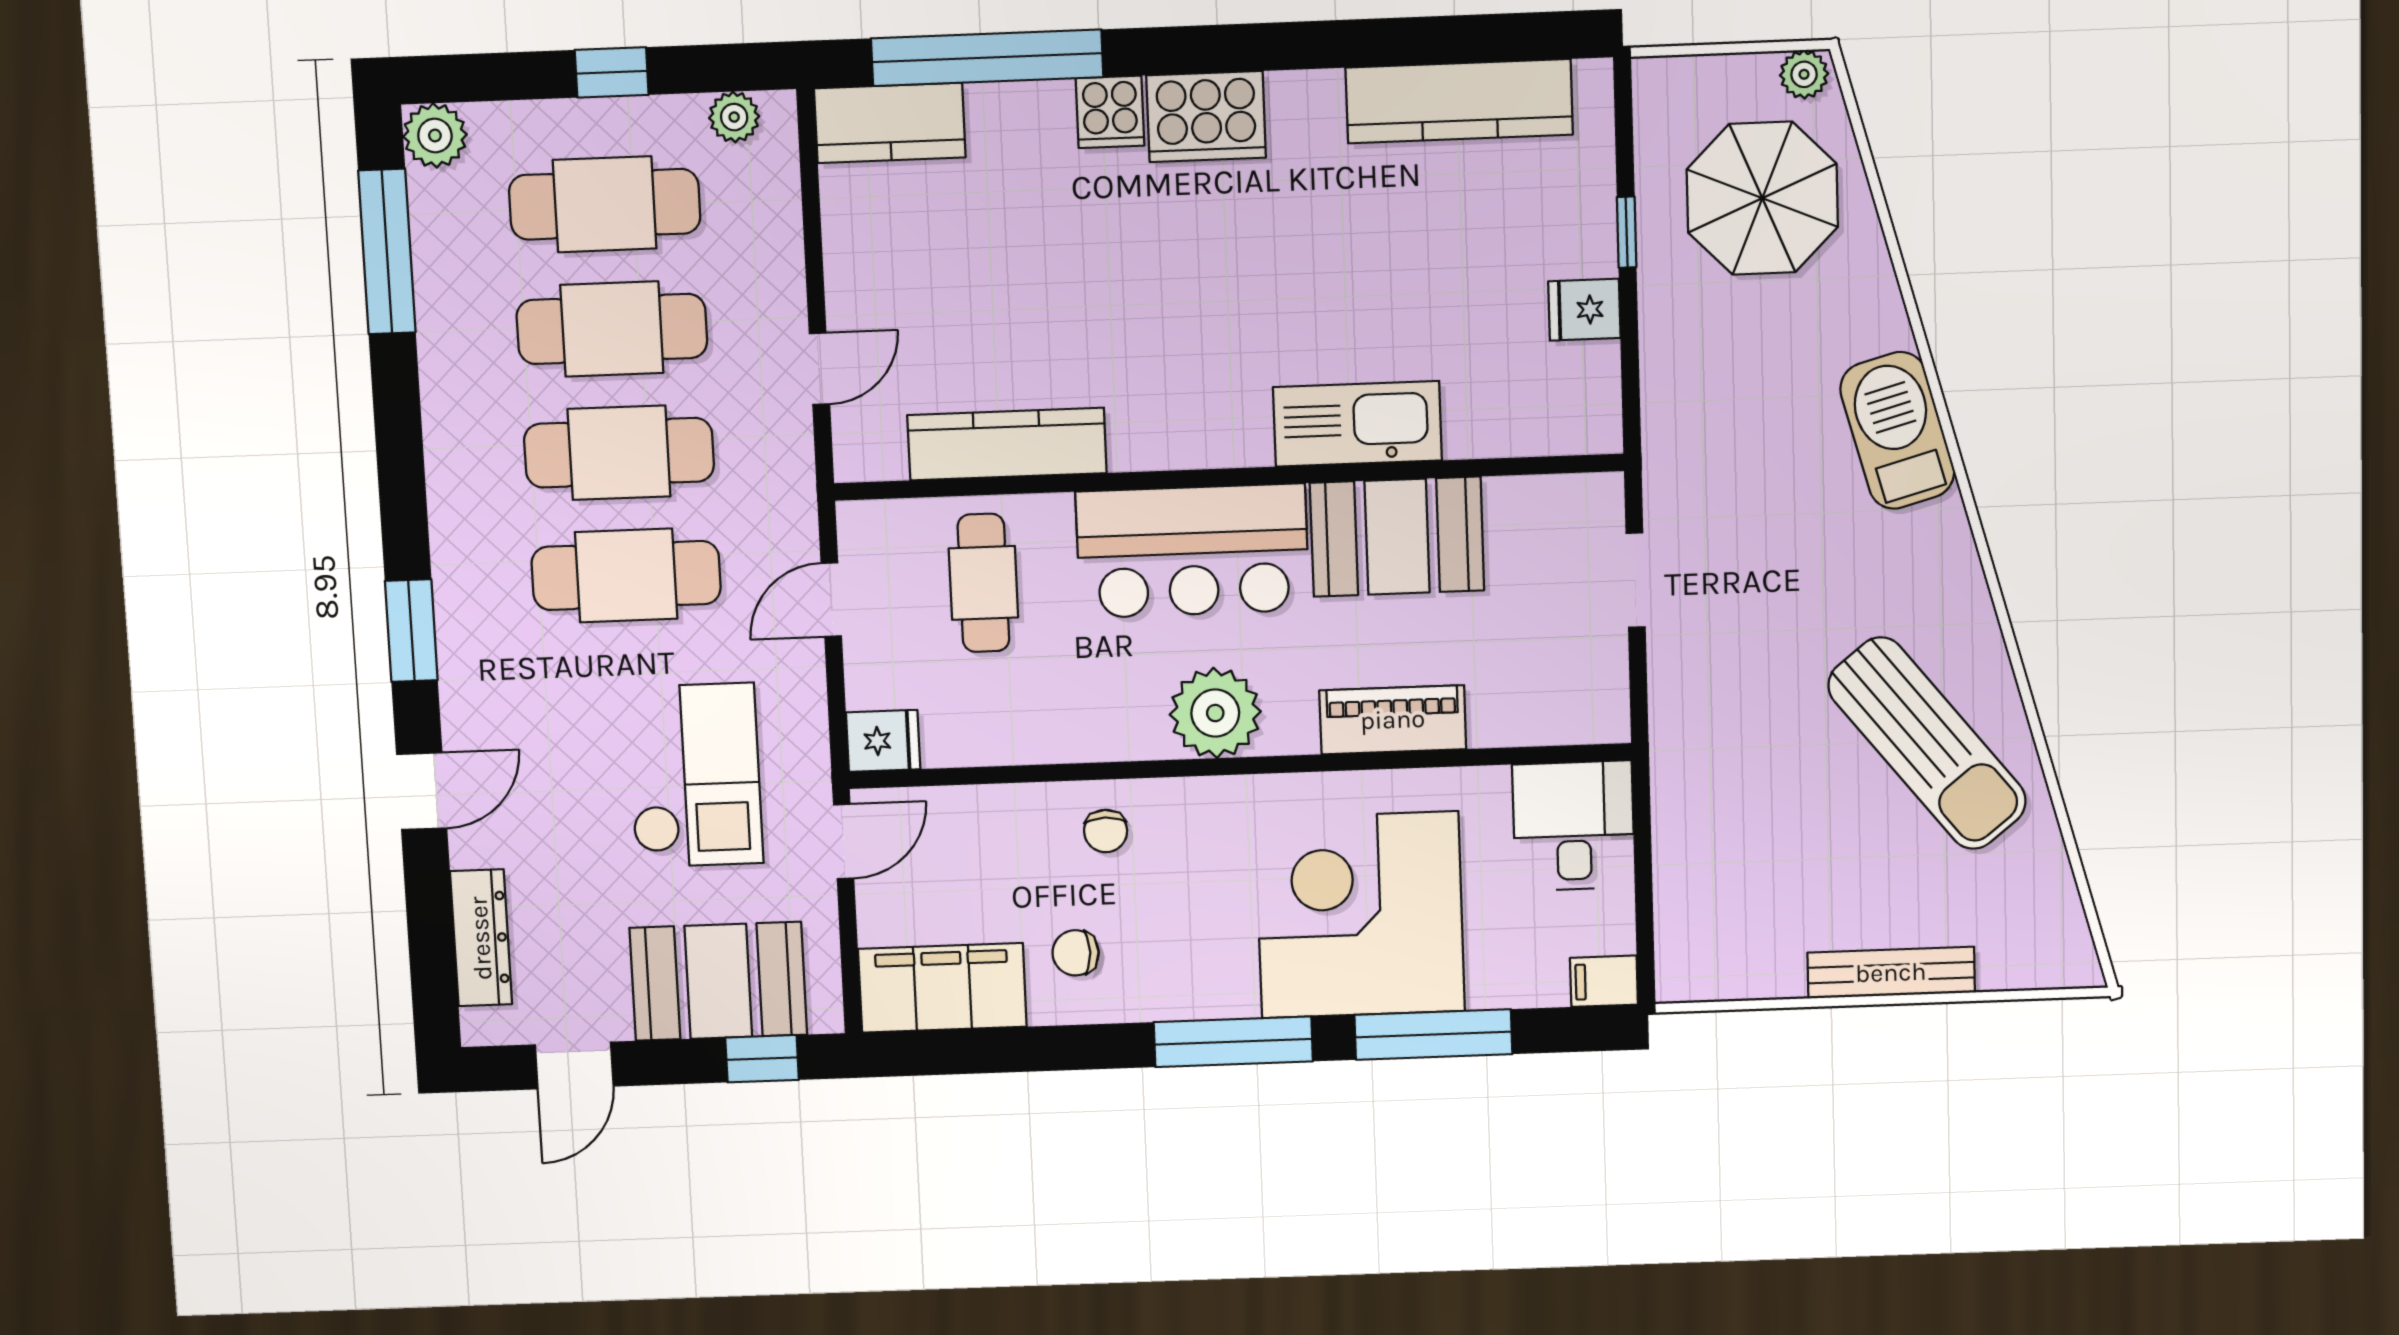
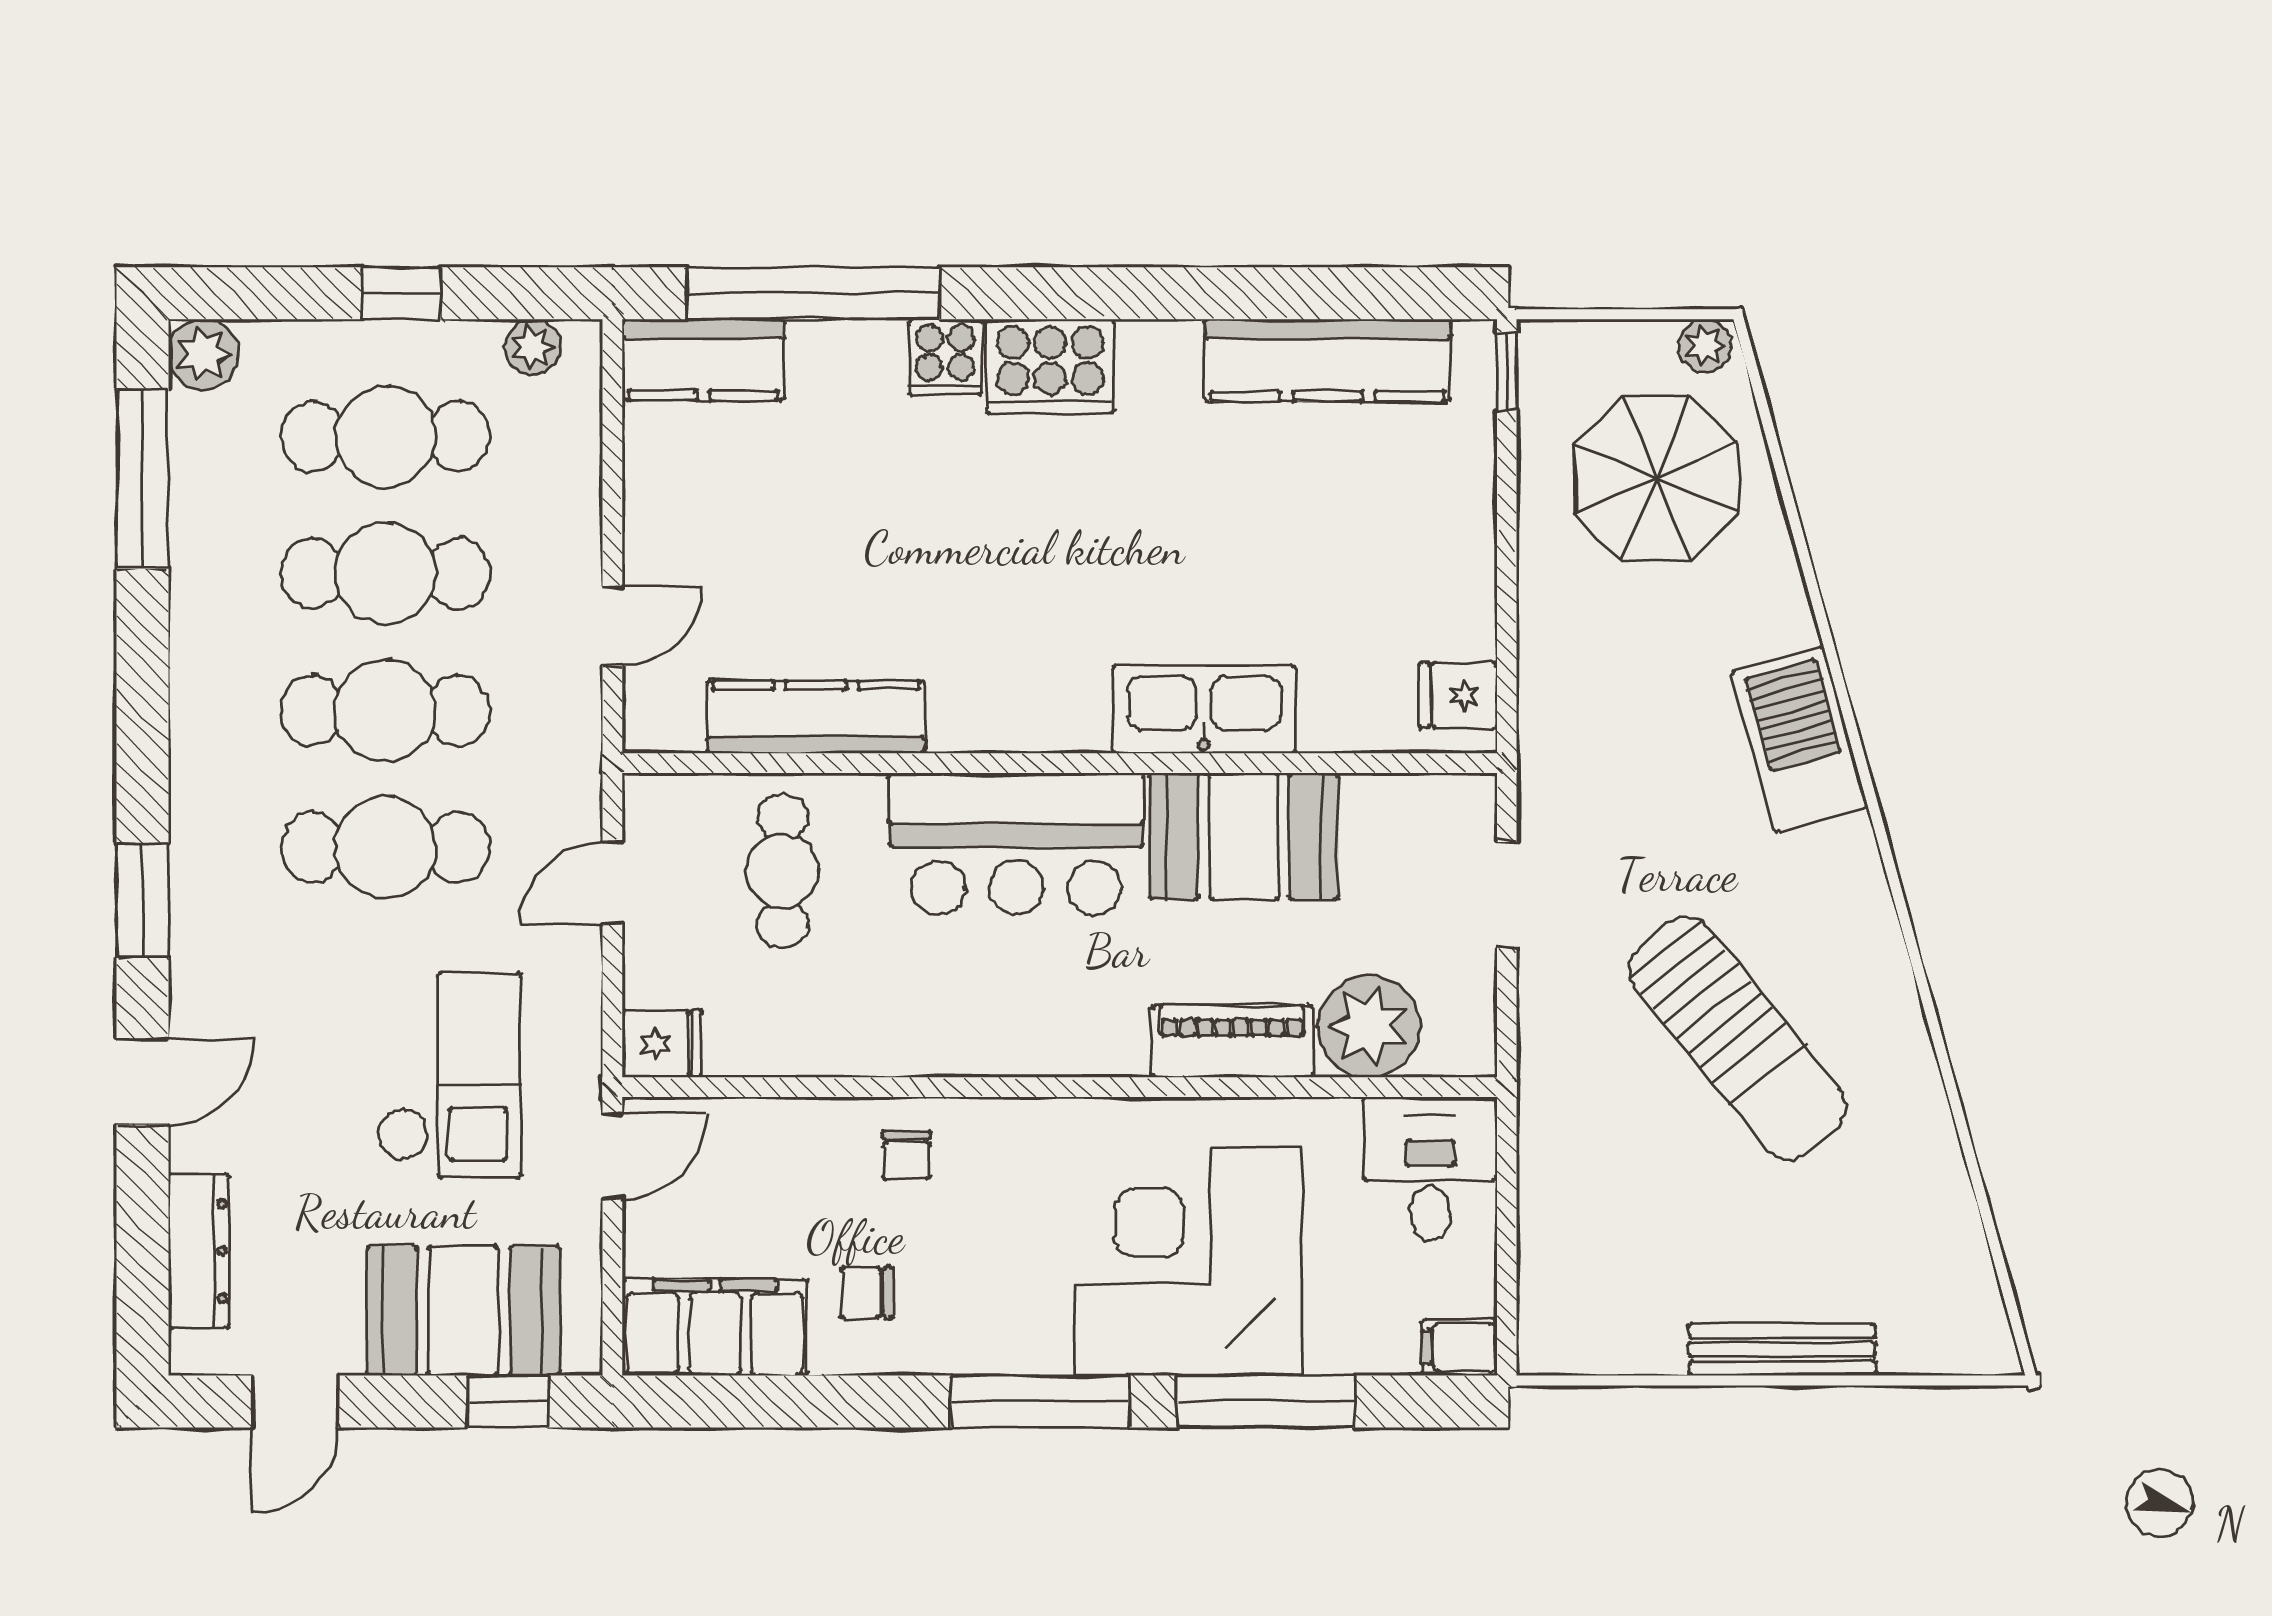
window: (1627, 232) -> (1507, 371), moved
fridge: (1584, 310) -> (1458, 695), moved
plant: (1215, 713) -> (1369, 1026), moved
sun lounger: (1927, 743) -> (1737, 1039), moved

